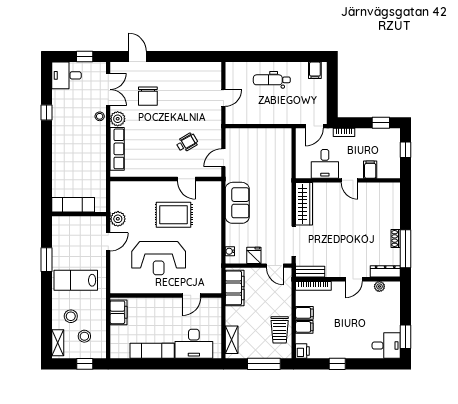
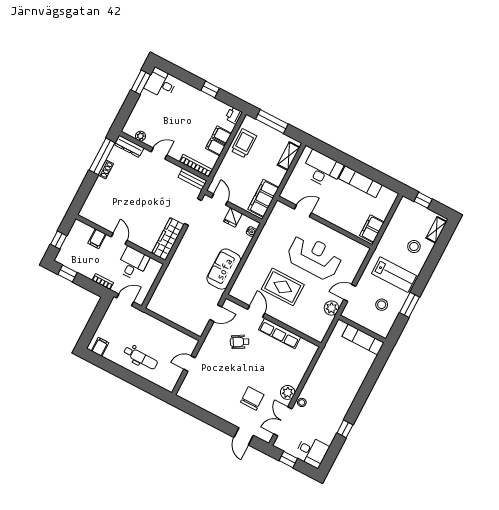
row of seats: (117, 149) -> (280, 333), moved, turned -90
stool: (84, 336) -> (382, 305), moved

